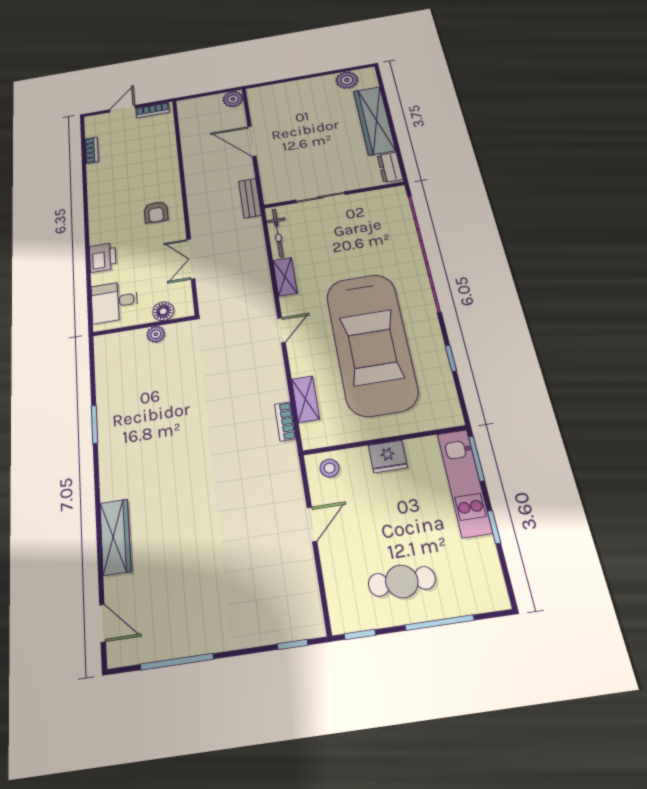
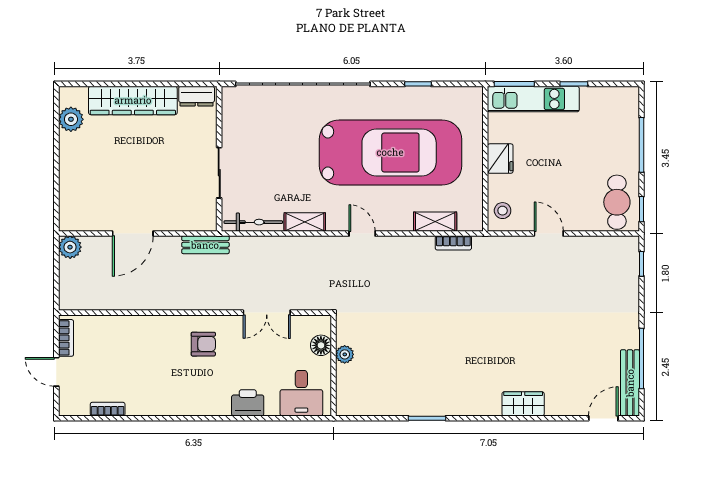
wardrobe: (115, 537) -> (523, 404), width x0.67
cafe table: (402, 581) -> (617, 202), moved
bench: (147, 651) -> (630, 383), added

